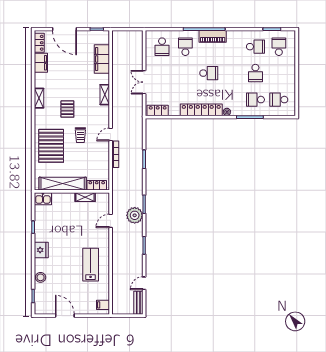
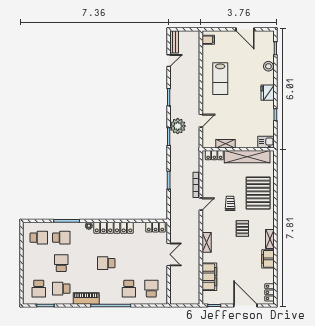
piano: (213, 36) -> (86, 298), moved
filing cabinet: (41, 63) -> (268, 259), moved

